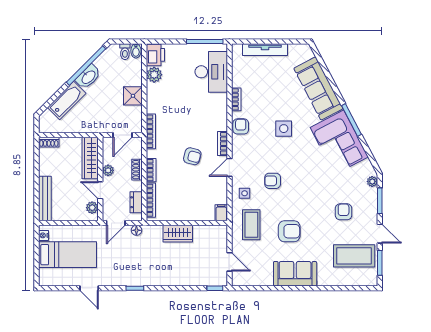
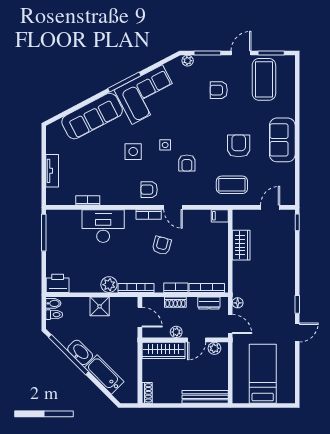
tv unit: (265, 50) -> (52, 171), width x0.71
desk: (211, 72) -> (103, 226), moved
plant: (154, 75) -> (109, 285), moved
bookcase: (236, 99) -> (88, 200), moved
armchair: (241, 126) -> (149, 190), moved
side table: (245, 193) -> (165, 145), moved
wardrobe: (178, 234) -> (241, 245), moved
nightstand: (44, 235) -> (243, 398), removed
door: (89, 288) -> (297, 333), moved

